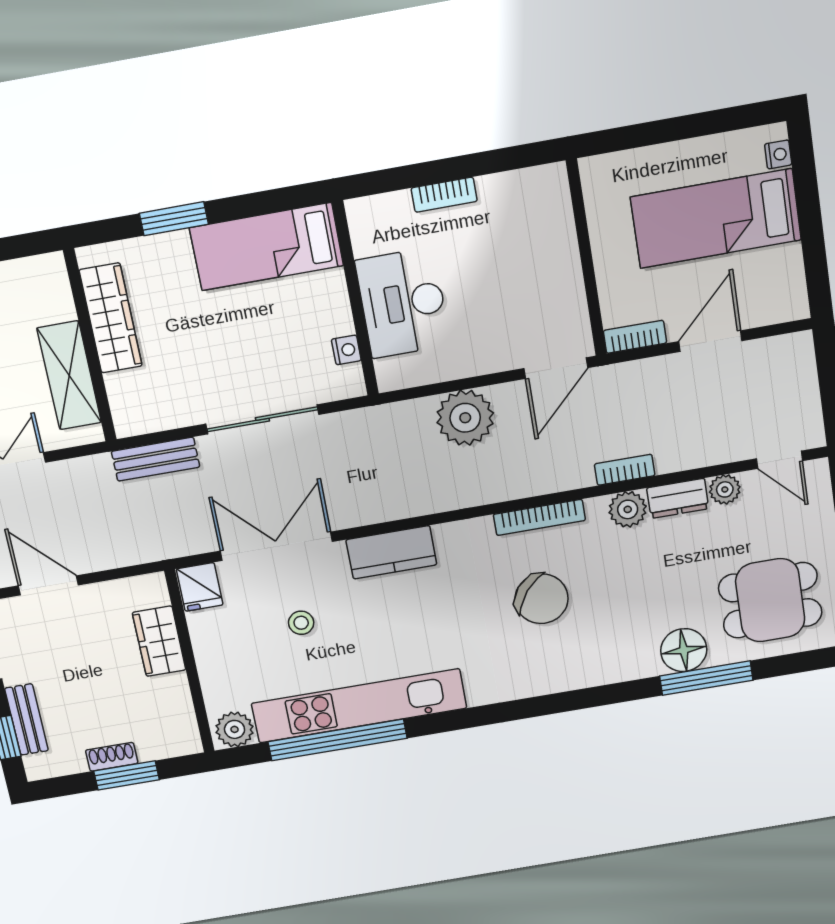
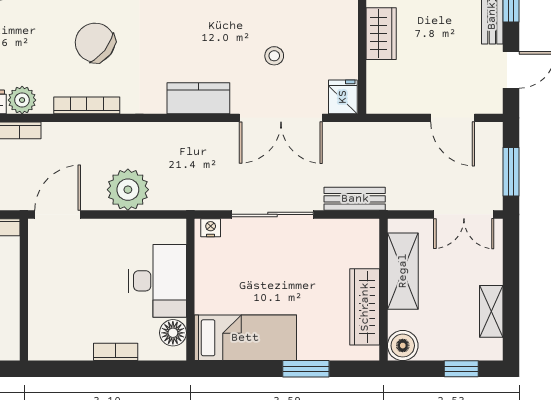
floor lamp: (369, 236) -> (173, 333), added
boiler: (46, 275) -> (403, 346), added
nightstand: (346, 350) -> (211, 228), moved, turned 90
wardrobe: (159, 641) -> (381, 34), moved

